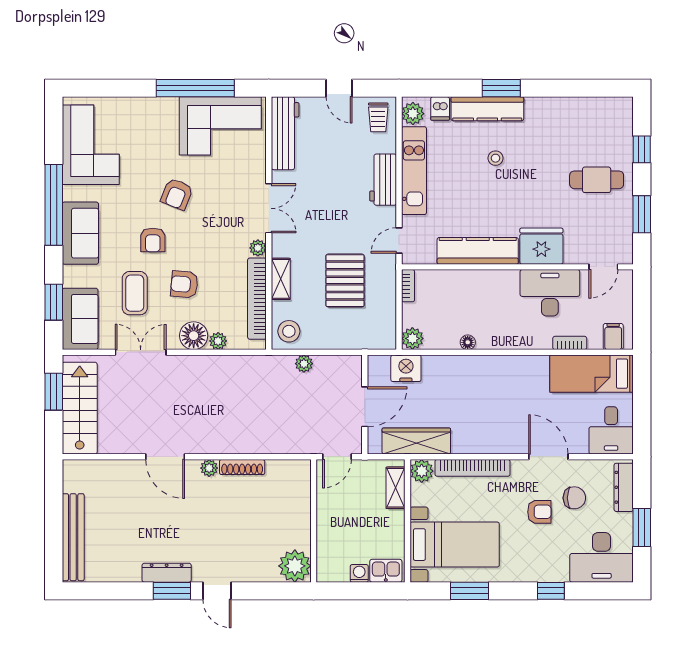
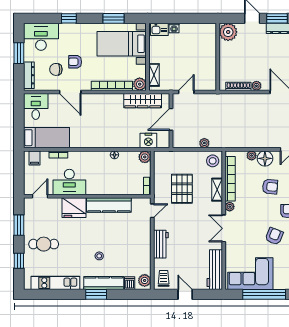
kitchen unit: (414, 171) -> (55, 283), moved, turned 90
wall: (314, 521) -> (218, 57), moved
plant: (295, 566) -> (228, 32), moved

